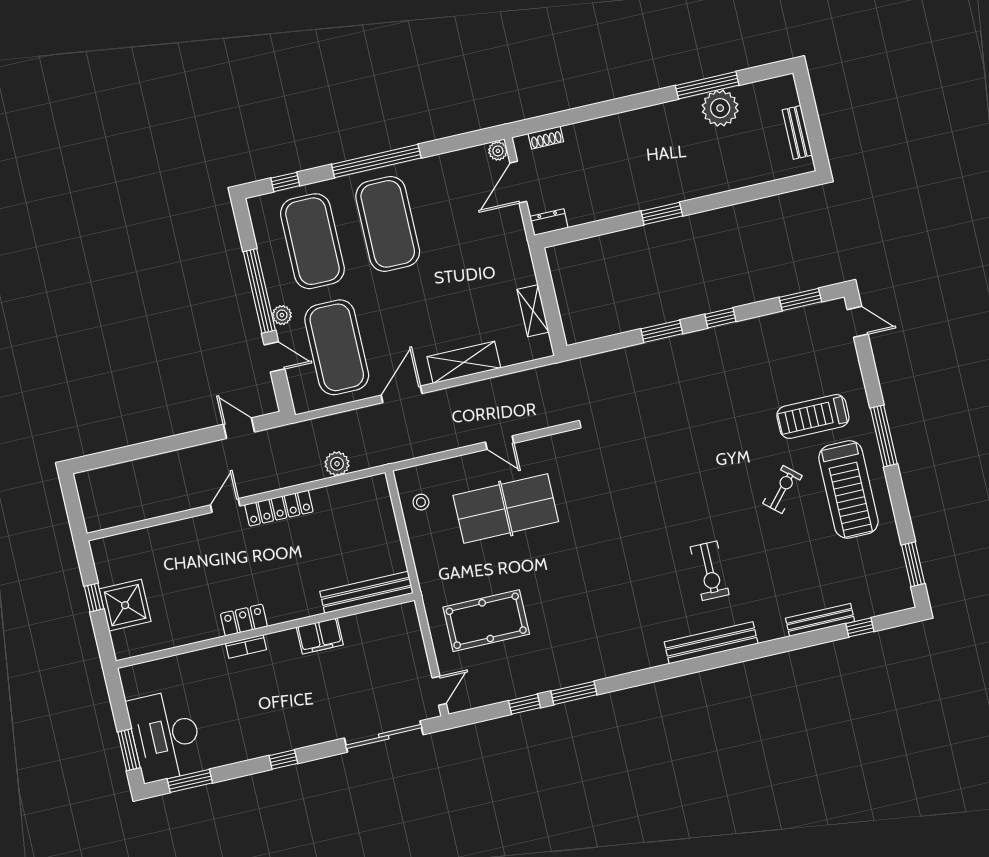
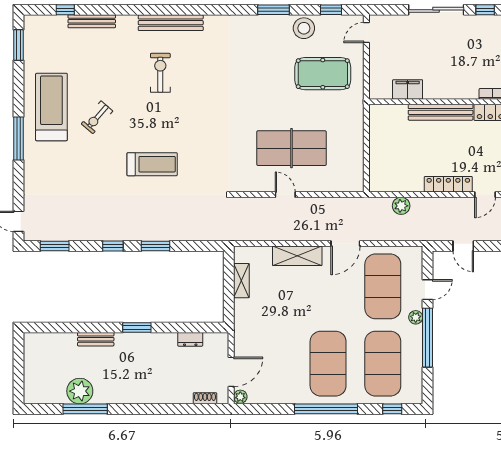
bench: (797, 132) -> (96, 339), moved, turned 90
dresser: (549, 222) -> (190, 339), moved
door: (274, 357) -> (427, 290), swing flipped
treadmill: (813, 417) -> (152, 164), moved
stool: (421, 502) -> (304, 28), moved, width x1.89, depth x1.89
bench: (367, 592) -> (441, 112), moved
filing cabinet: (320, 636) -> (408, 89), moved
window: (524, 704) -> (331, 10), moved
sliding door: (384, 736) -> (436, 10), moved

